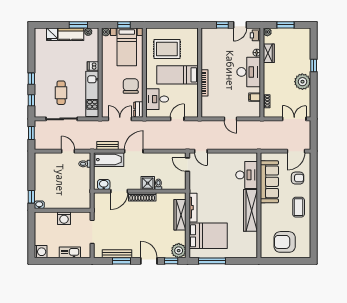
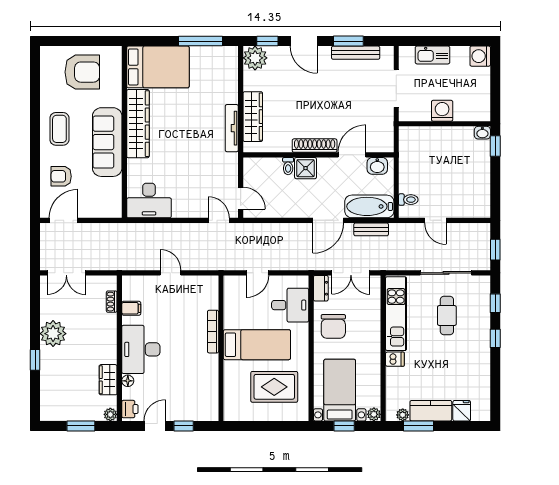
desk: (247, 175) -> (149, 201), moved, turned -90
sofa: (269, 182) -> (107, 142), moved
bed: (208, 236) -> (158, 67), moved, turned 180

